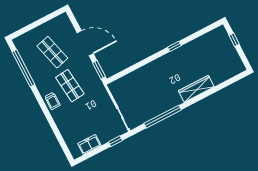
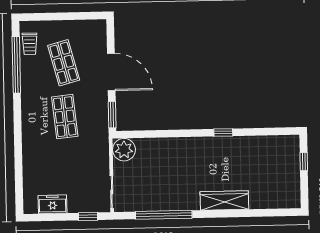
plant: (117, 88) -> (124, 150), added
trolley: (52, 101) -> (30, 44), moved

